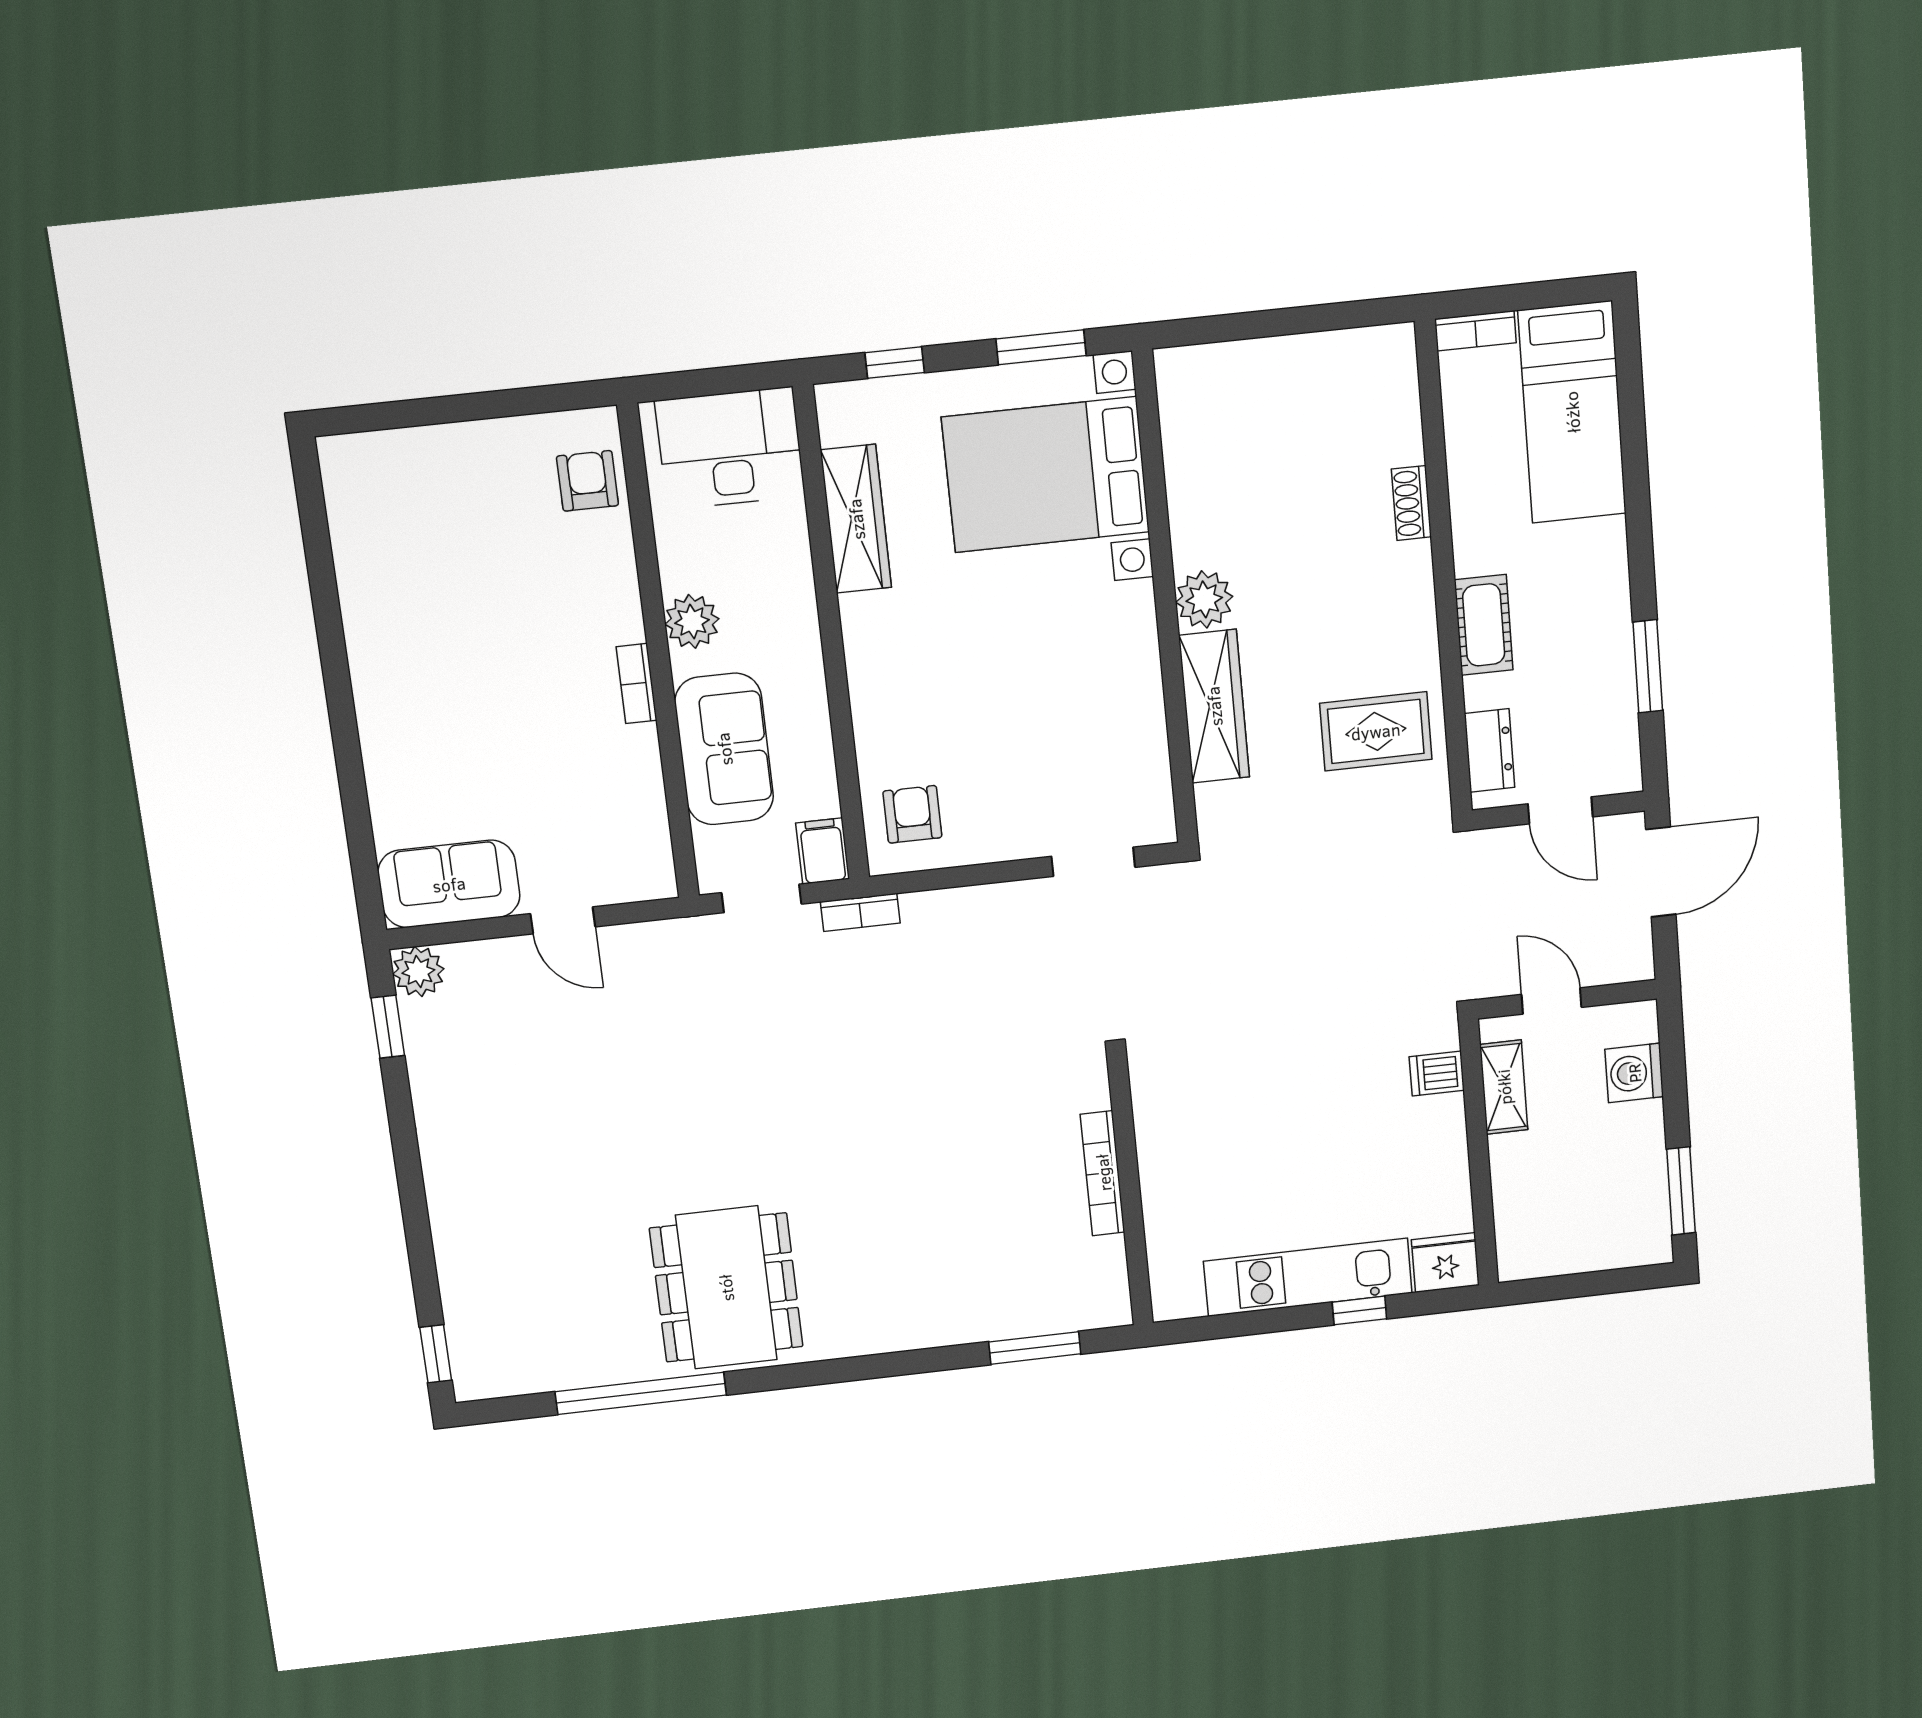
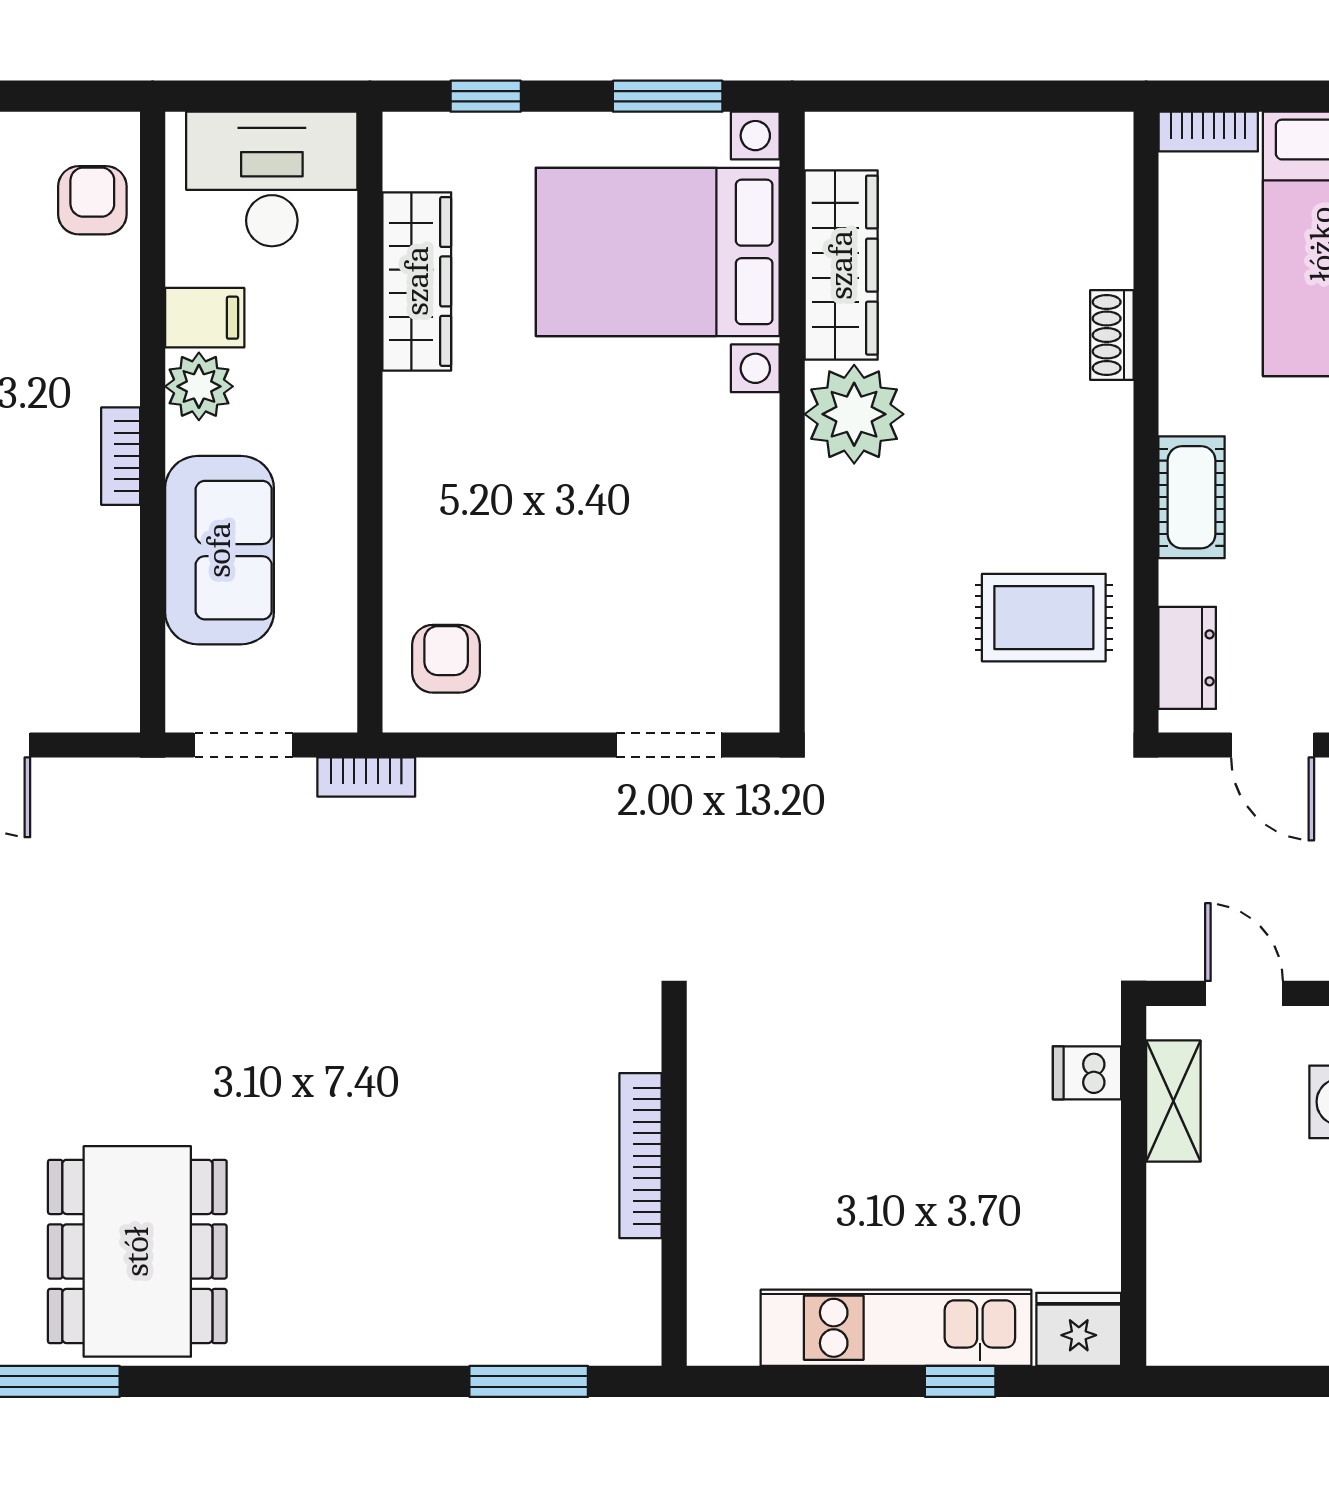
plant: (1204, 599) -> (854, 414), width x1.36, depth x1.36
wardrobe: (1214, 706) -> (841, 265), moved
filing cabinet: (823, 851) -> (205, 318), moved, turned 90

